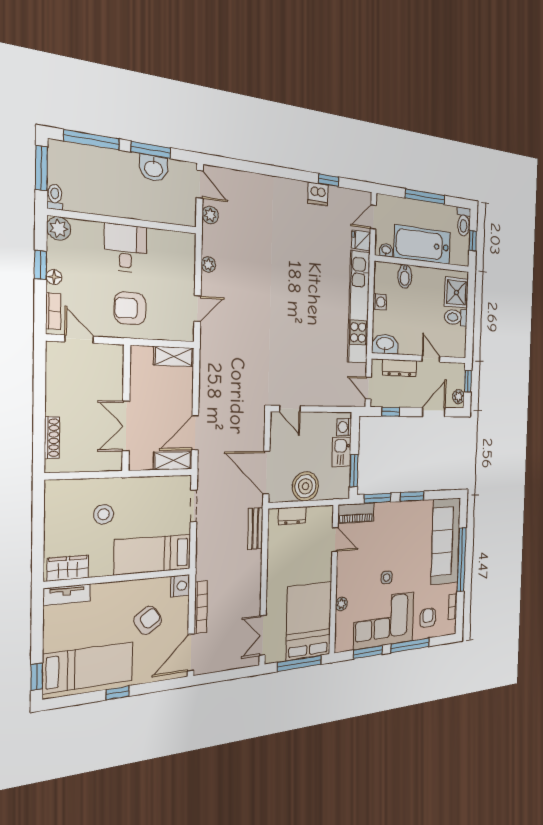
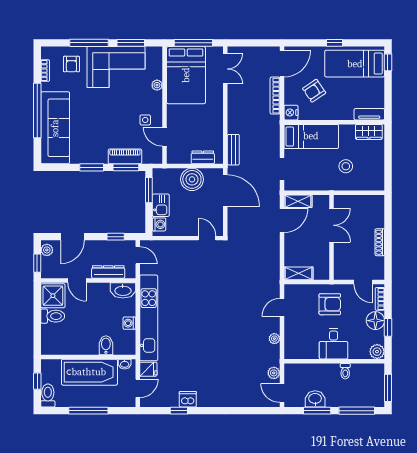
toilet: (55, 197) -> (345, 371), moved
floor lamp: (54, 277) -> (375, 321), width x1.89, depth x1.89
shower: (456, 293) -> (53, 296), moved
shoe rack: (52, 438) -> (380, 242), moved
piano: (356, 513) -> (125, 156), moved
side table: (387, 577) -> (145, 120), moved

